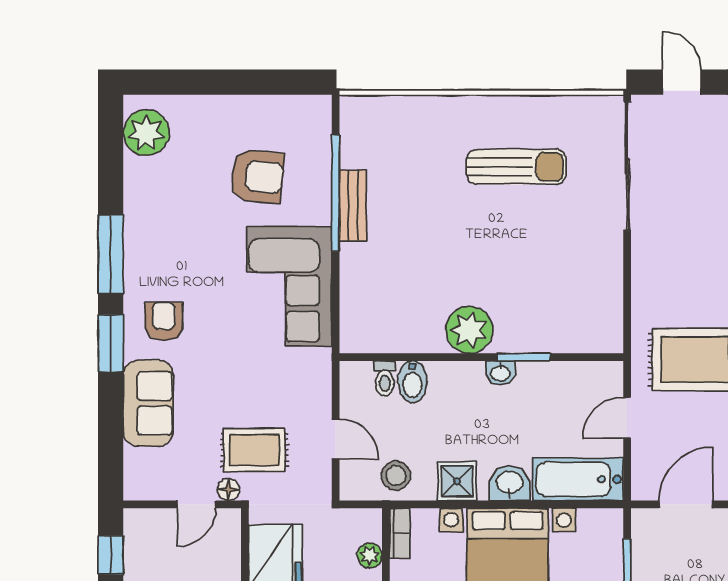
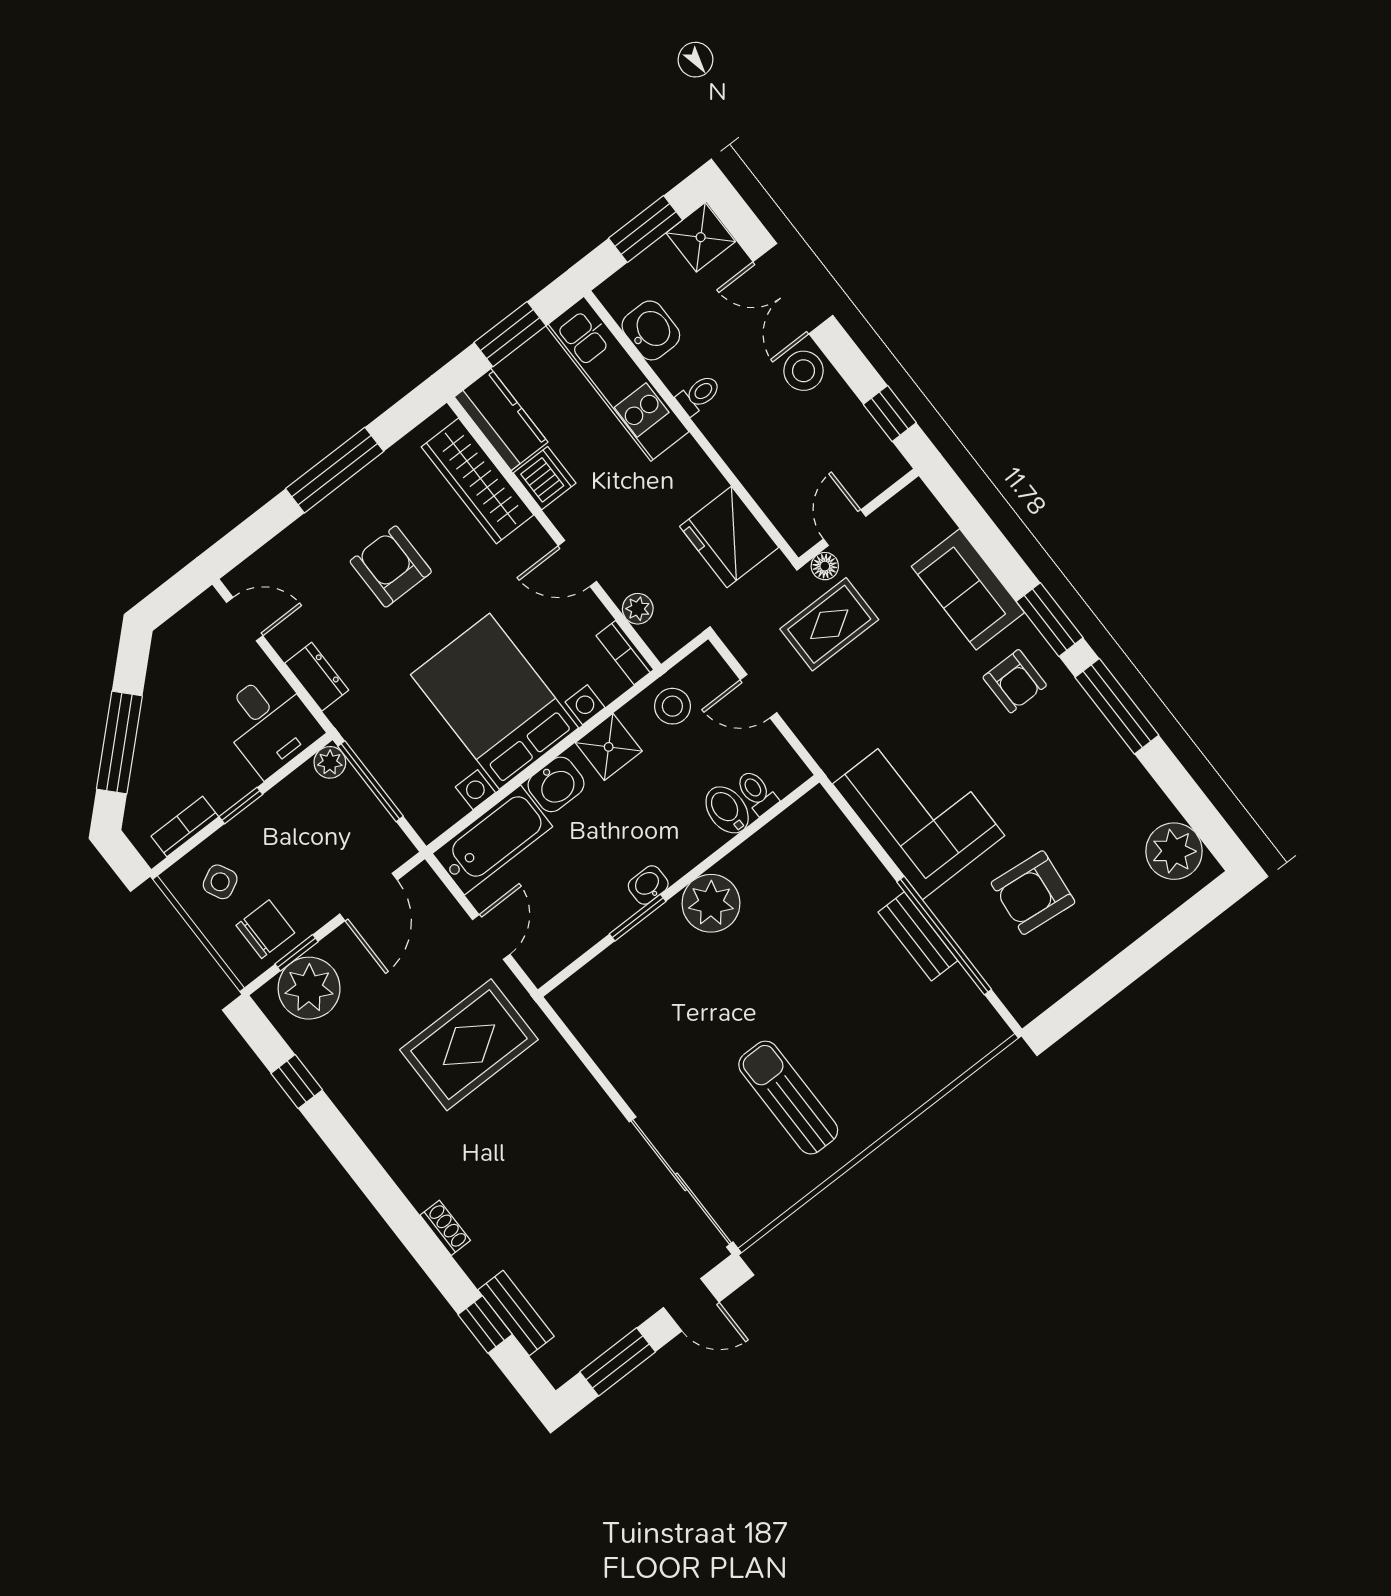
sun lounger: (516, 167) -> (788, 1098), turned 90

